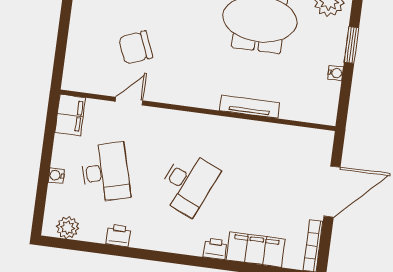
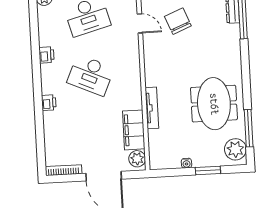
plant: (317, 140) -> (137, 159), added
printer: (119, 235) -> (46, 55), moved
filing cabinet: (256, 250) -> (134, 130), moved, turned 180

